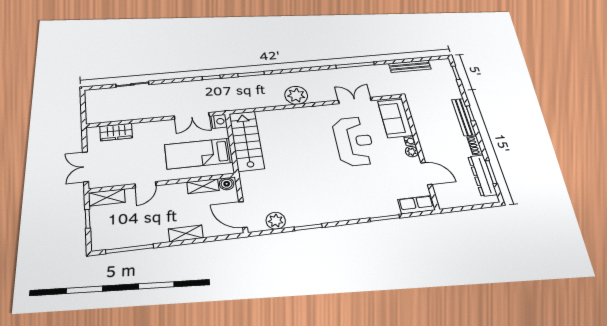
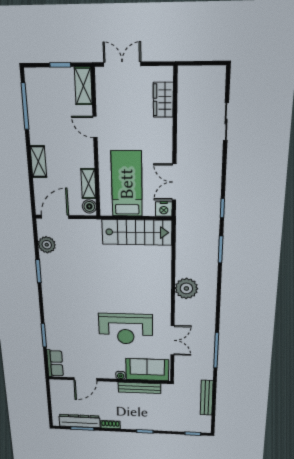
bench: (464, 117) -> (139, 388), moved
plant: (412, 152) -> (109, 374), removed

